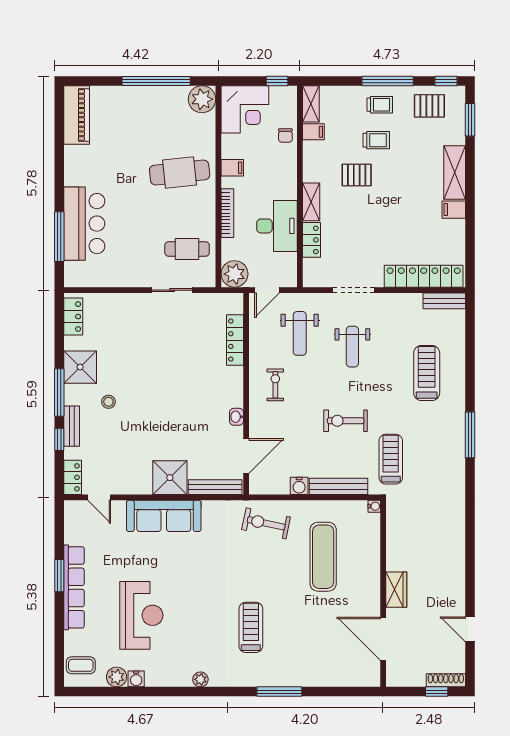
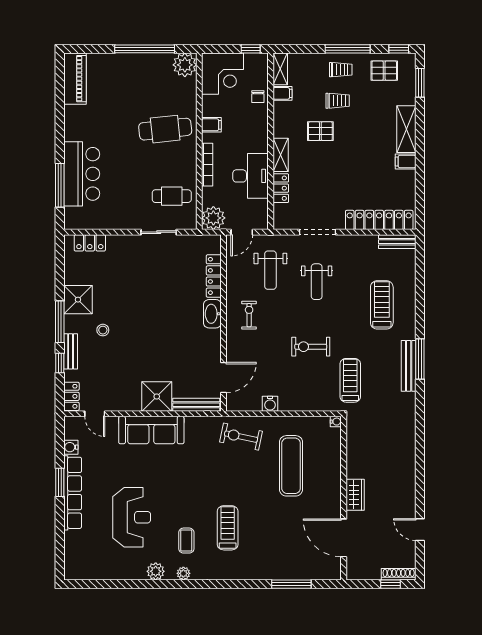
locker: (73, 317) -> (90, 243), moved, turned 90
washbasin: (237, 417) -> (212, 314), moved, width x1.91, depth x1.45
bench: (338, 486) -> (409, 366), moved, turned 90
coffee table: (81, 665) -> (186, 541), moved, turned 90
plant: (117, 677) -> (156, 571), moved
water cooler: (136, 679) -> (71, 447), moved, turned 90
window: (279, 692) -> (291, 584), moved

